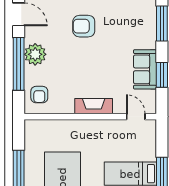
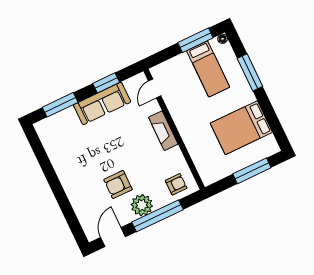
armchair: (84, 26) -> (118, 185), moved, turned 90
sofa: (145, 69) -> (102, 103), width x1.36

